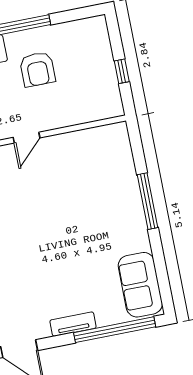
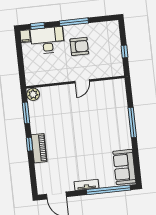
armchair: (37, 69) -> (79, 46), turned -90
door: (27, 138) -> (82, 81), moved

